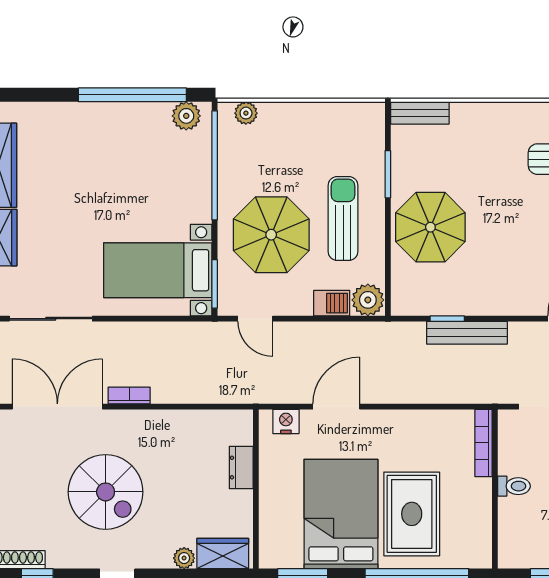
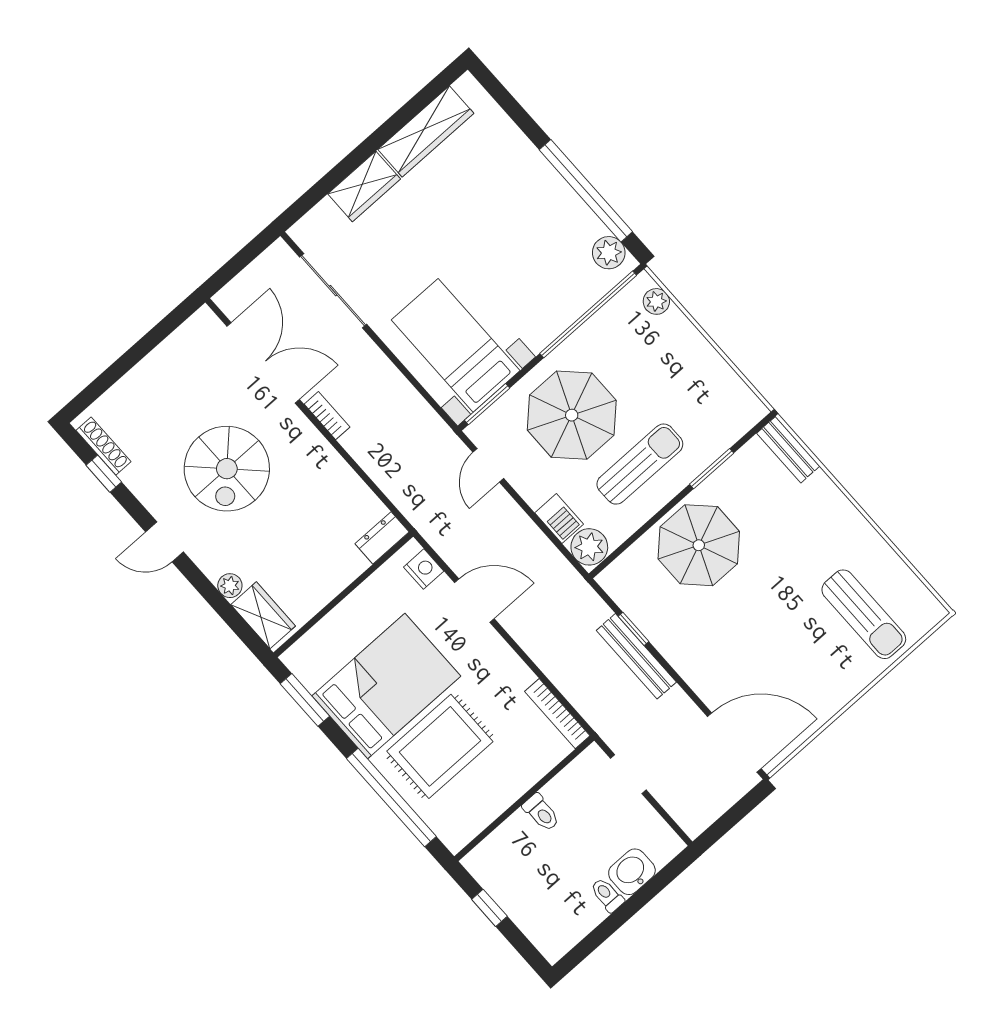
bookcase: (484, 443) -> (557, 714), moved, turned -90
dresser: (241, 468) -> (382, 538), moved

